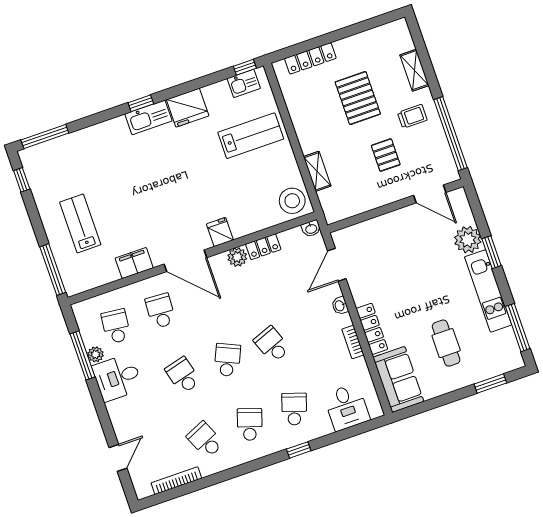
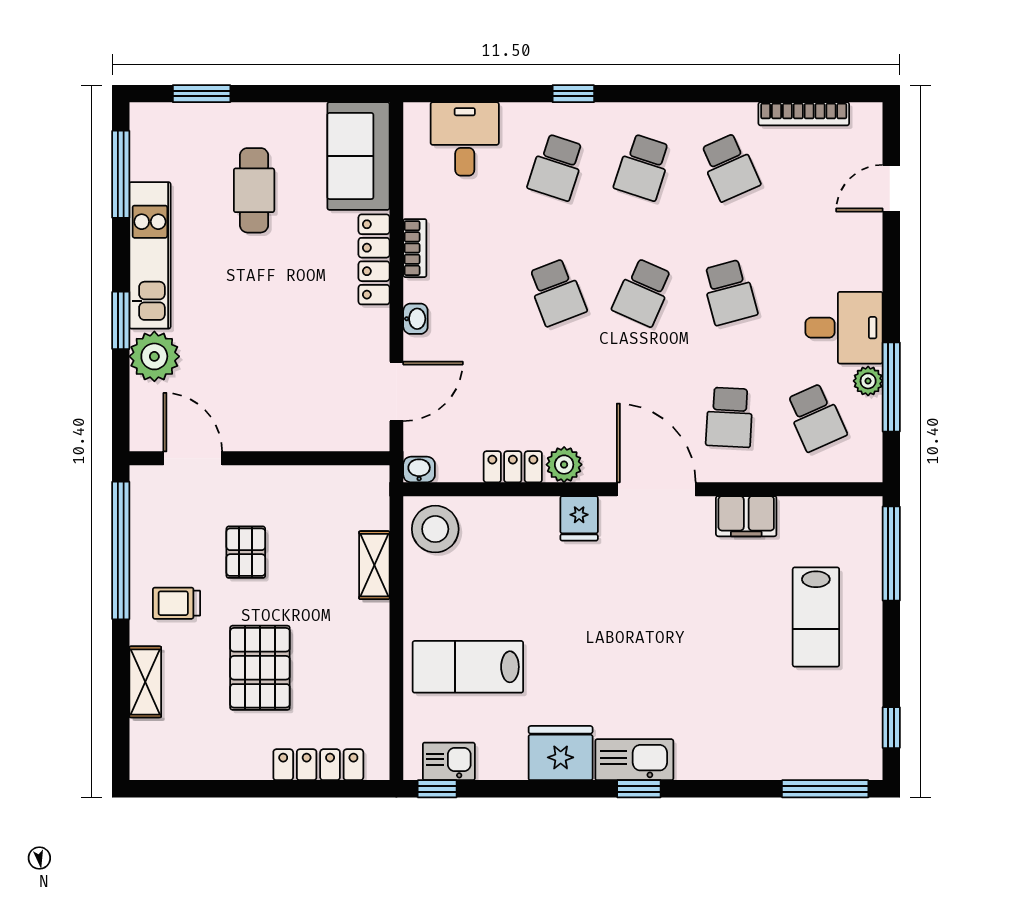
school desk: (116, 326) -> (816, 417), turned -30

